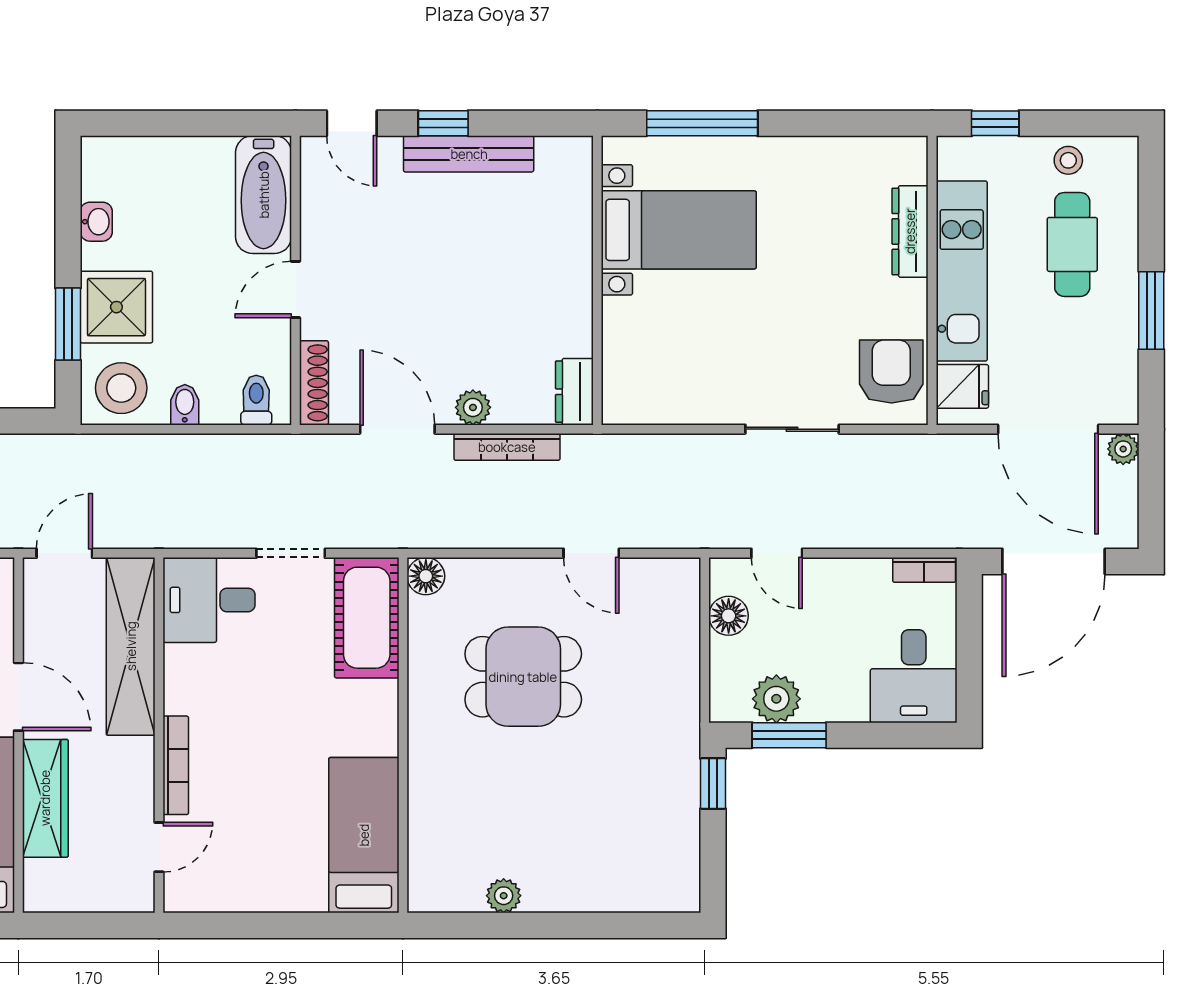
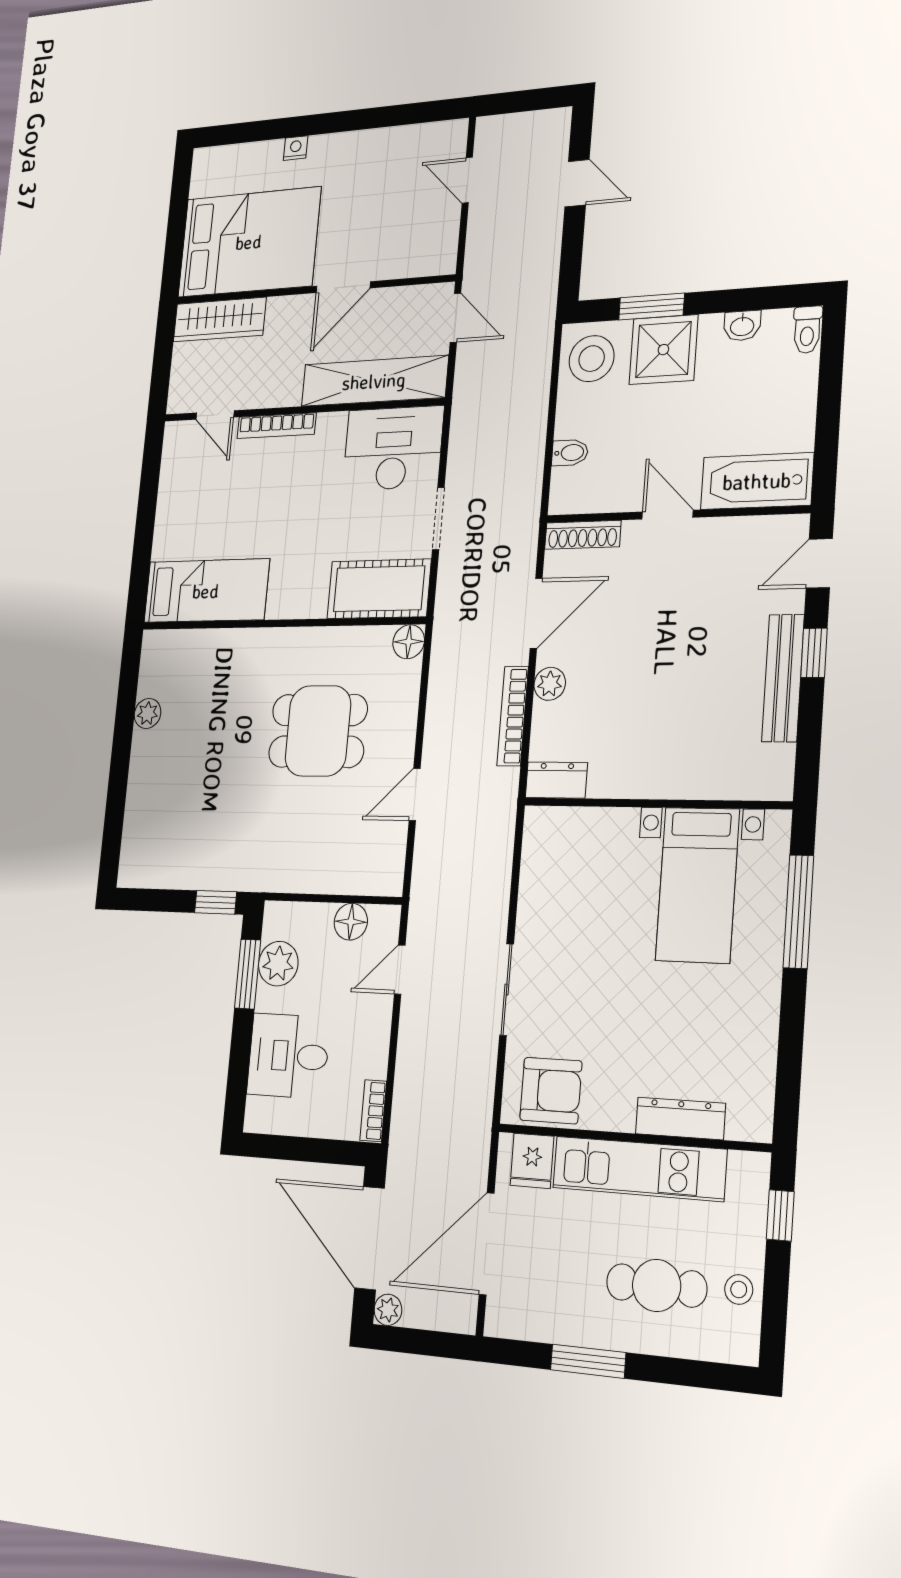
toilet: (256, 400) -> (807, 330), moved, turned 90
bidet: (185, 405) -> (570, 453), moved
plant: (1123, 449) -> (388, 1310), moved
desk: (209, 600) -> (393, 448), width x1.37
desk: (914, 676) -> (288, 1056), moved
dining table: (523, 677) -> (318, 731), turned 90
wardrobe: (45, 798) -> (220, 320), moved

